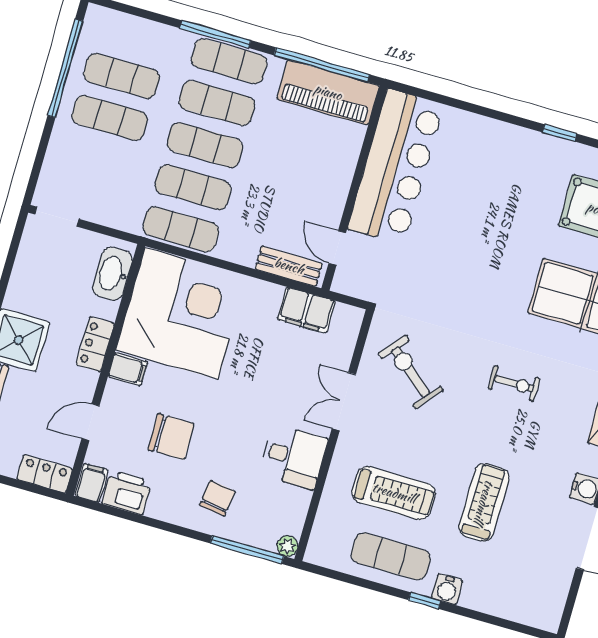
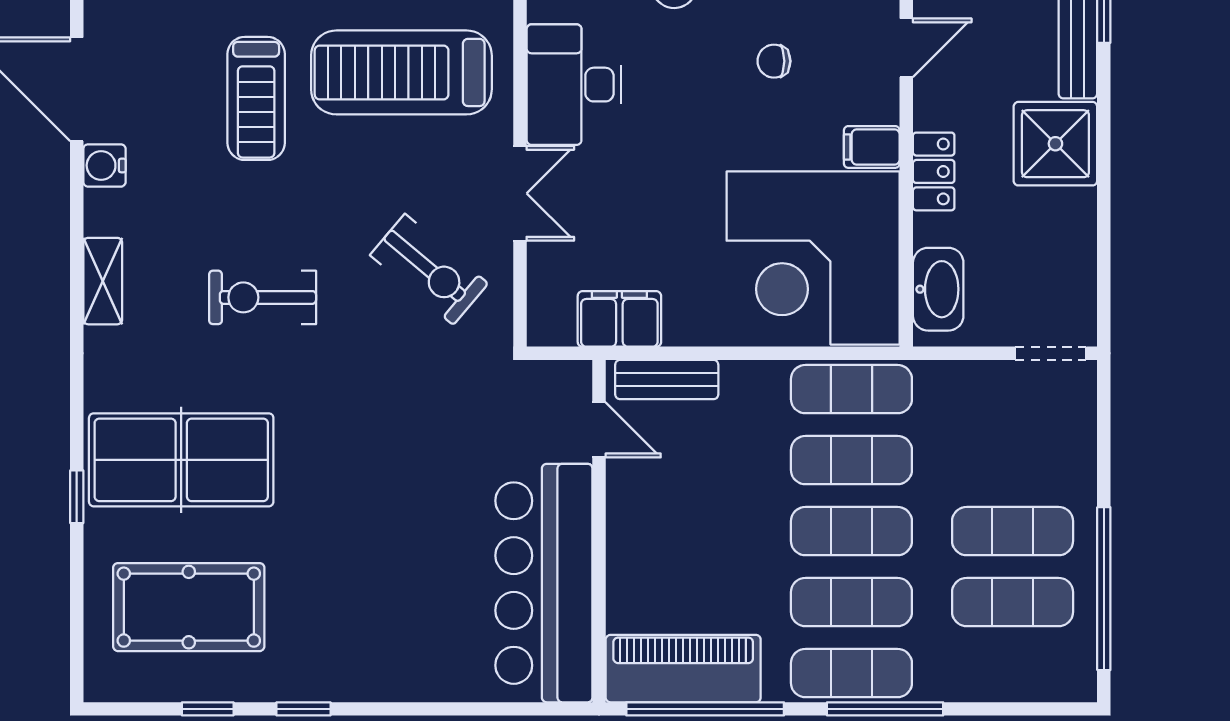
exercise bike: (514, 384) -> (263, 297), width x1.38, depth x1.39
chair: (171, 437) -> (774, 61), width x0.54, depth x0.54
desk: (293, 457) -> (574, 85), width x1.37
treadmill: (394, 493) -> (401, 72), width x1.37, depth x1.38

